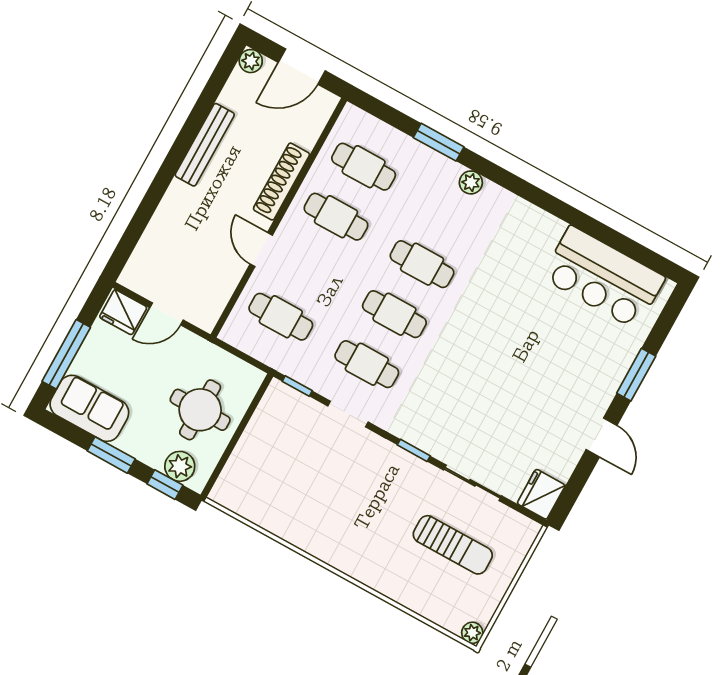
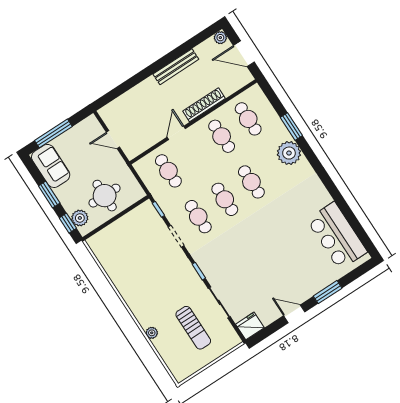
plant: (471, 182) -> (289, 153), width x1.87, depth x1.87
fridge: (123, 312) -> (92, 128), removed
door: (601, 437) -> (294, 314), swing flipped
plant: (472, 633) -> (152, 333), moved

